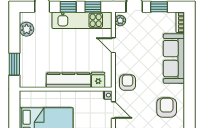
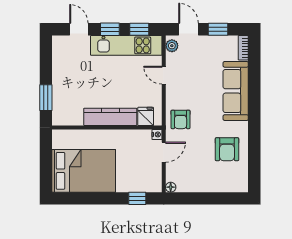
plant: (27, 29) -> (60, 56), removed
armchair: (128, 82) -> (181, 119), turned 180
armchair: (167, 108) -> (227, 149), turned 180
door: (113, 110) -> (164, 152), hinge flipped

